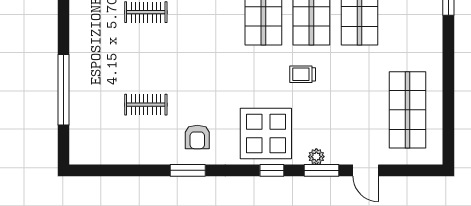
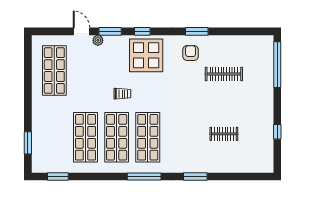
window: (64, 16) -> (277, 132), added
window: (64, 90) -> (277, 65), moved
clothes rail: (146, 105) -> (224, 74), width x1.36
plant: (316, 157) -> (98, 40), moved

